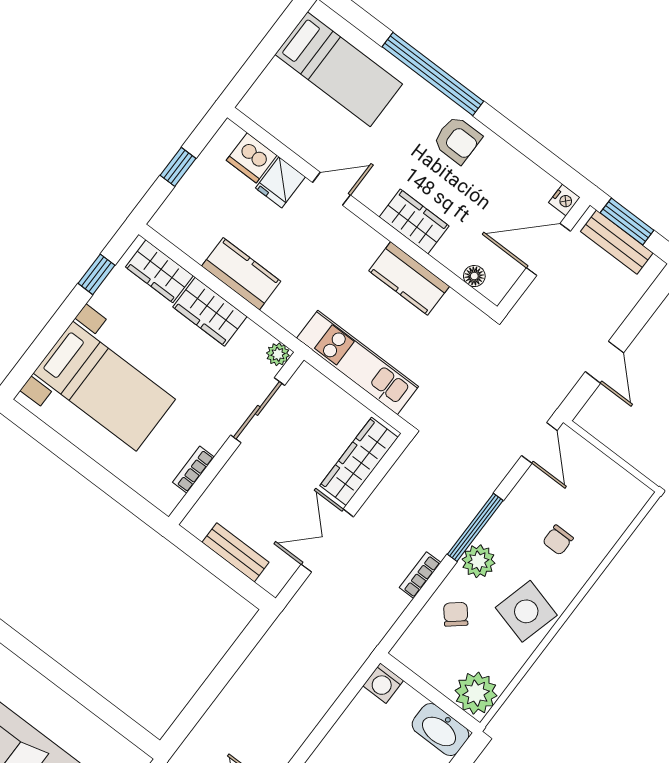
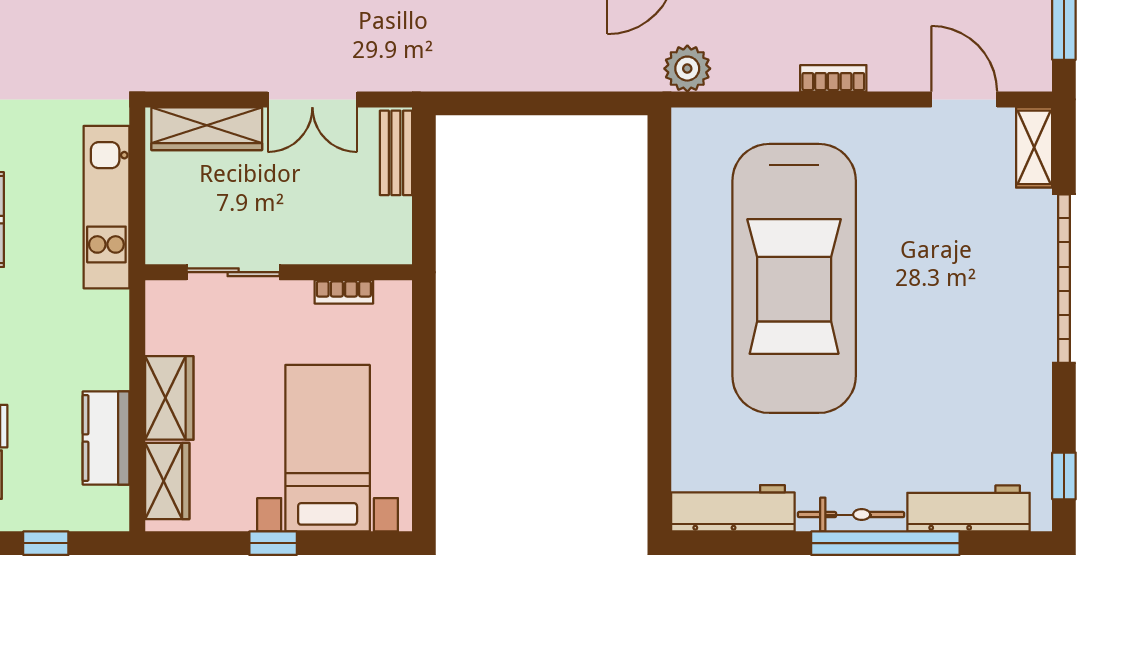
window: (96, 274) -> (273, 543), moved
kitchen counter: (241, 274) -> (106, 438), moved
plant: (278, 354) -> (160, 295), removed
bench: (236, 552) -> (396, 153), moved

